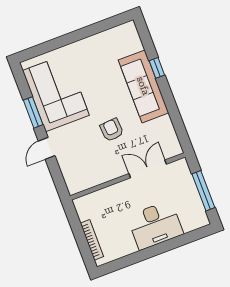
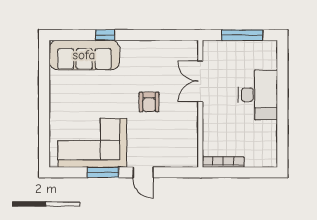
sofa: (143, 86) -> (84, 55), moved
armchair: (112, 130) -> (149, 102), turned -86
bookcase: (92, 240) -> (223, 162), moved

